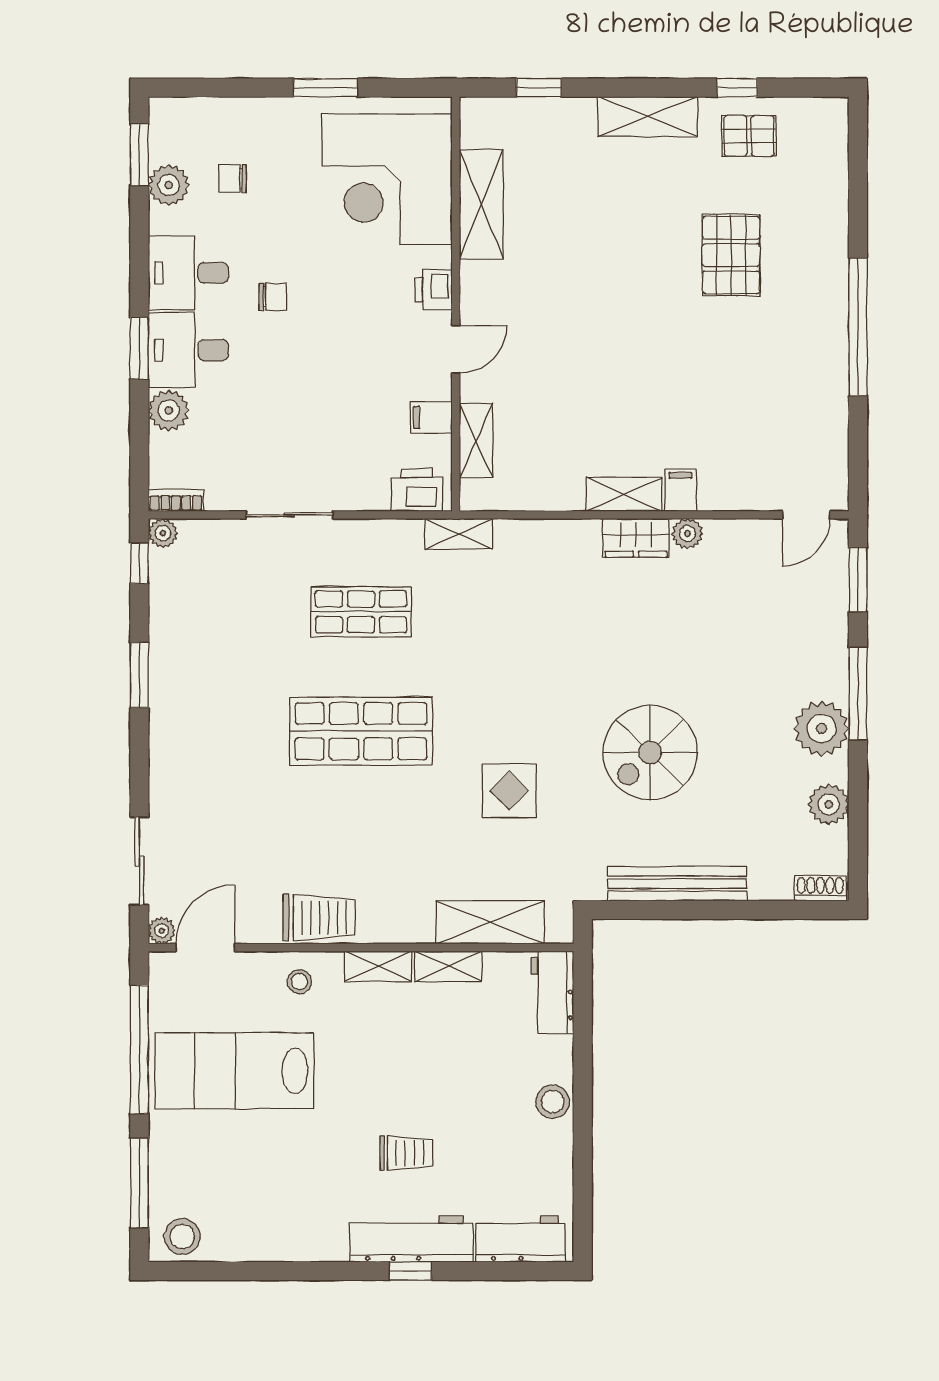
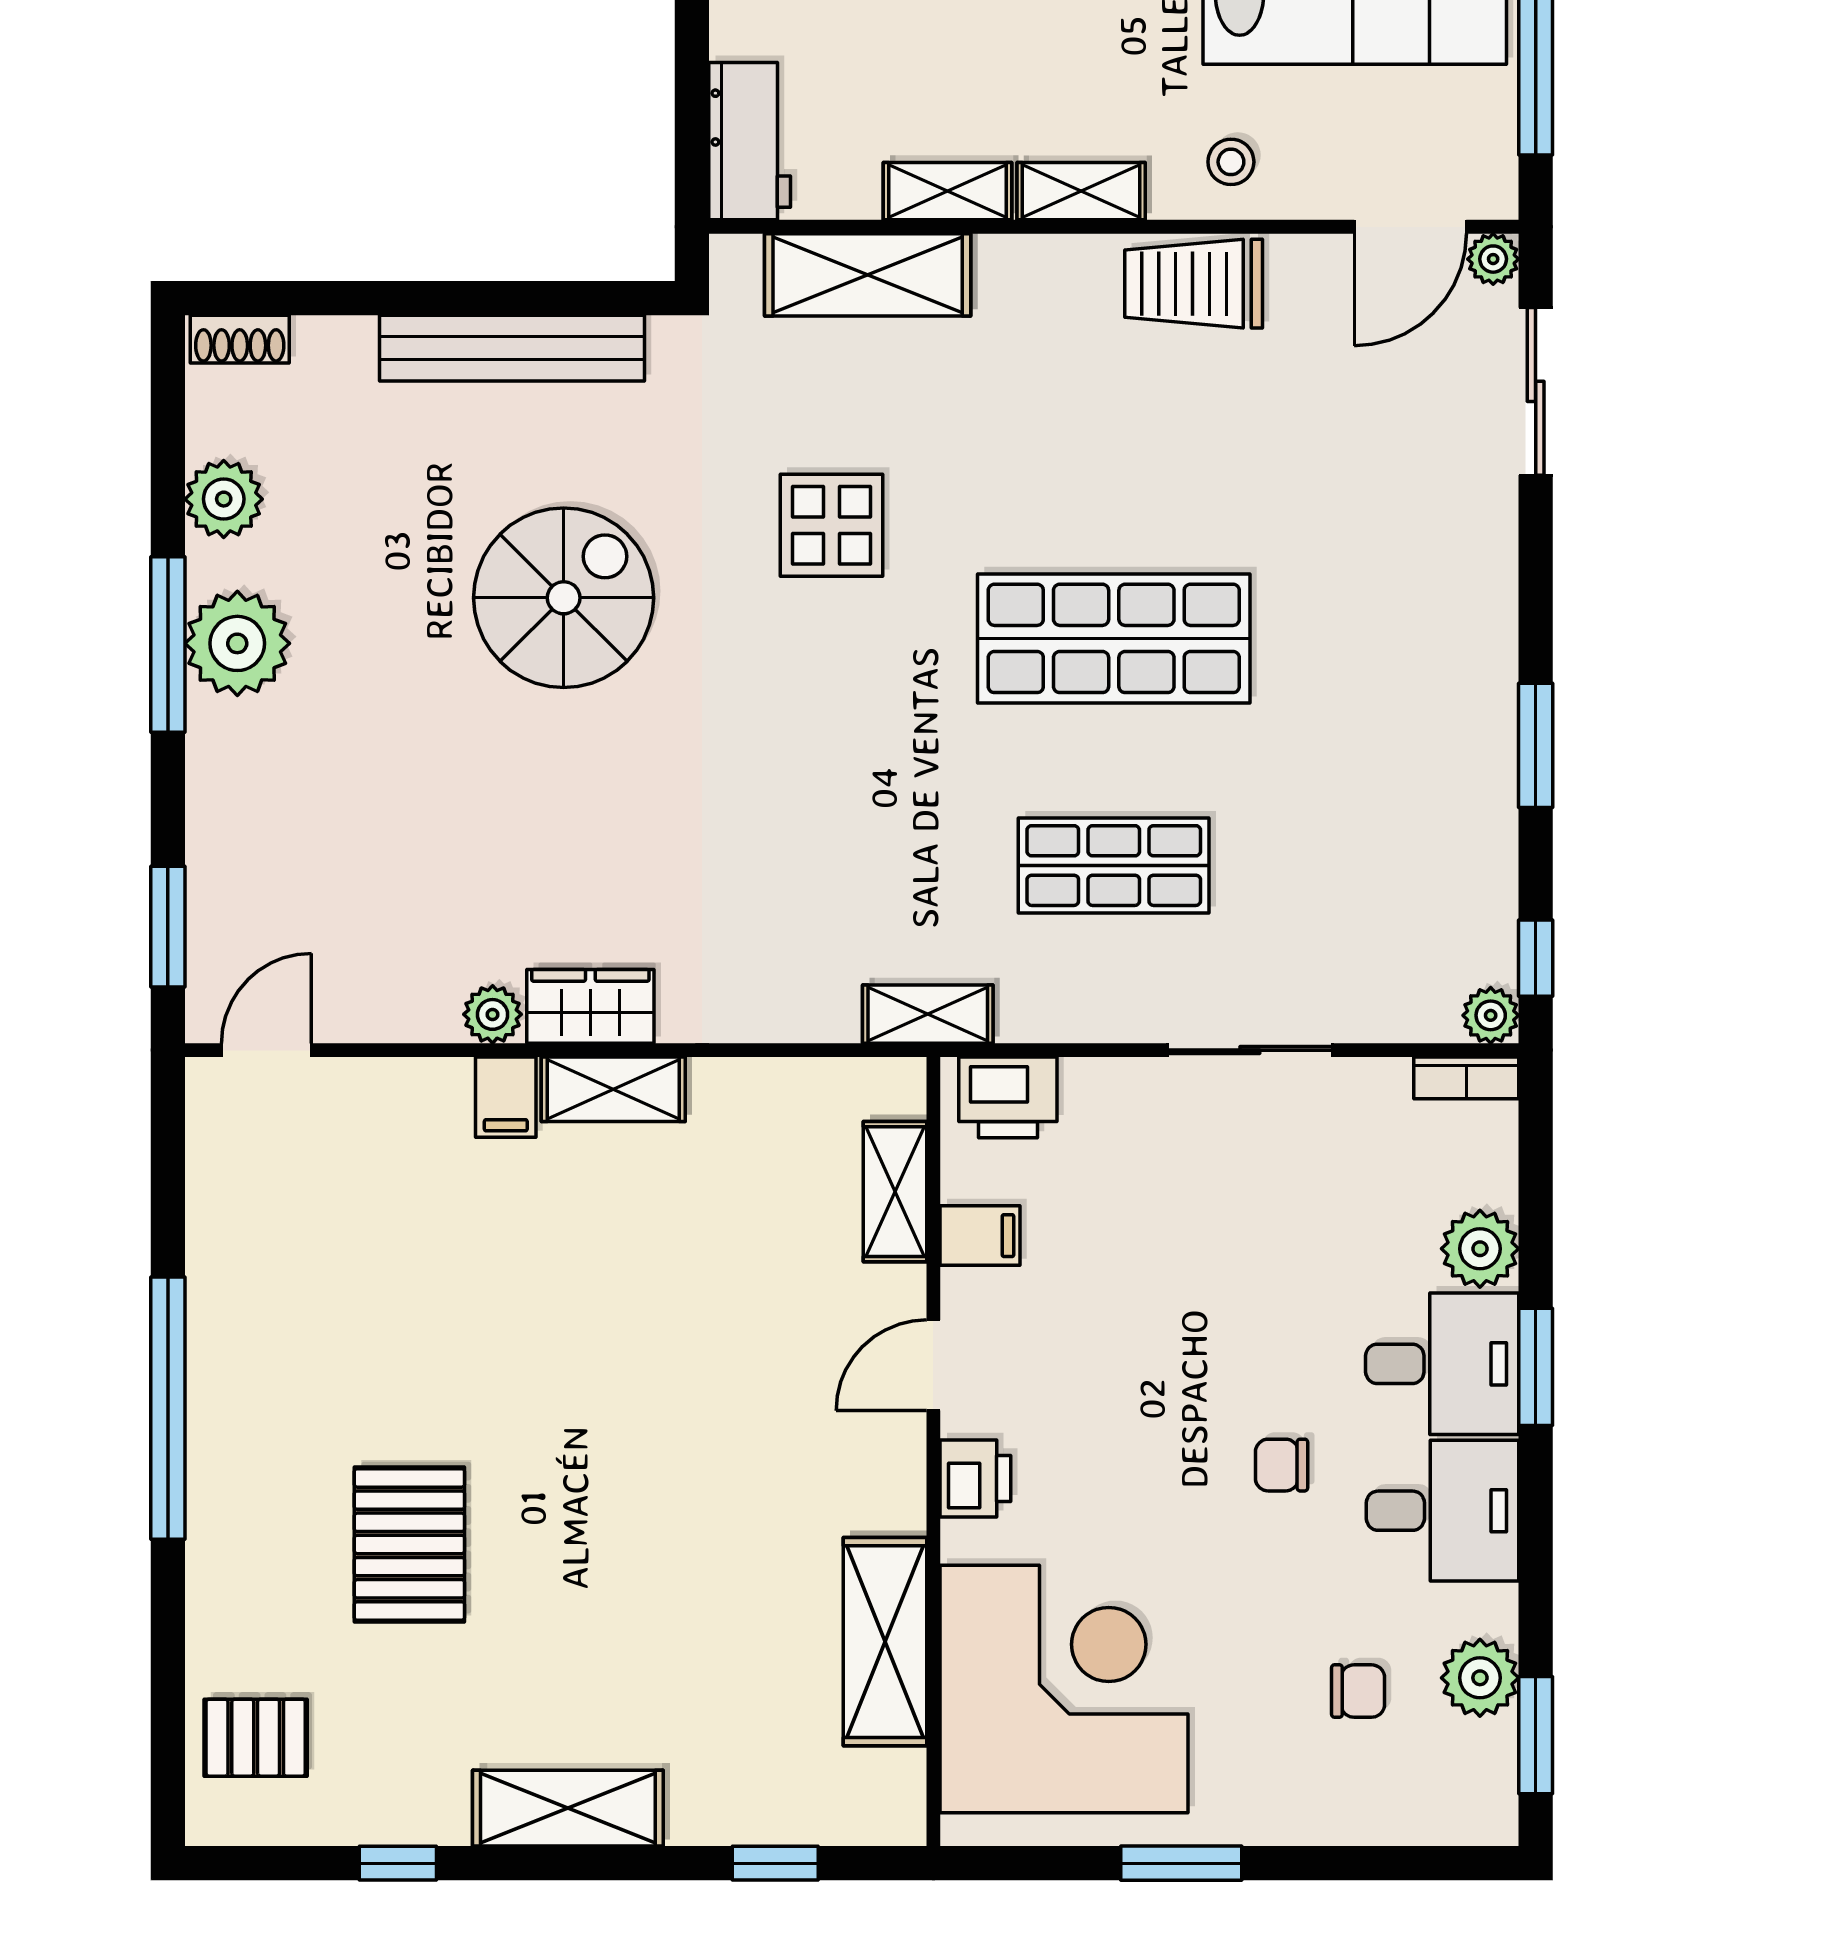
pallet: (749, 136) -> (256, 1738), moved
window: (858, 694) -> (168, 644), moved

